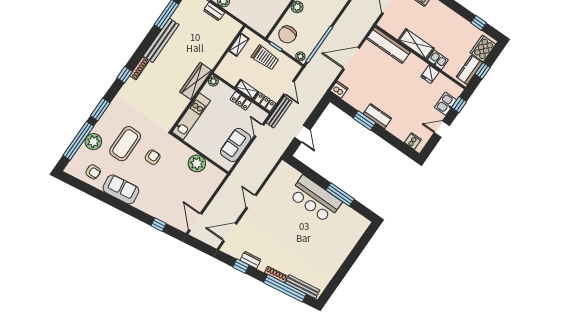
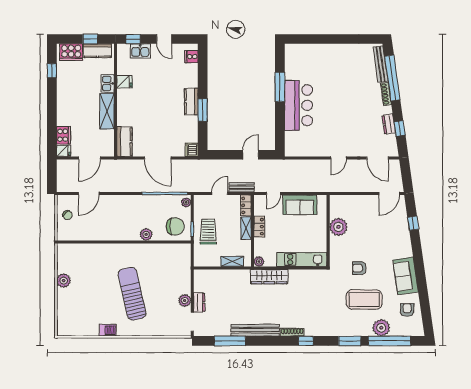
shelving: (239, 45) -> (232, 261), moved
kitchen counter: (388, 45) -> (124, 142), width x0.67
bench: (279, 112) -> (242, 187), width x0.73

